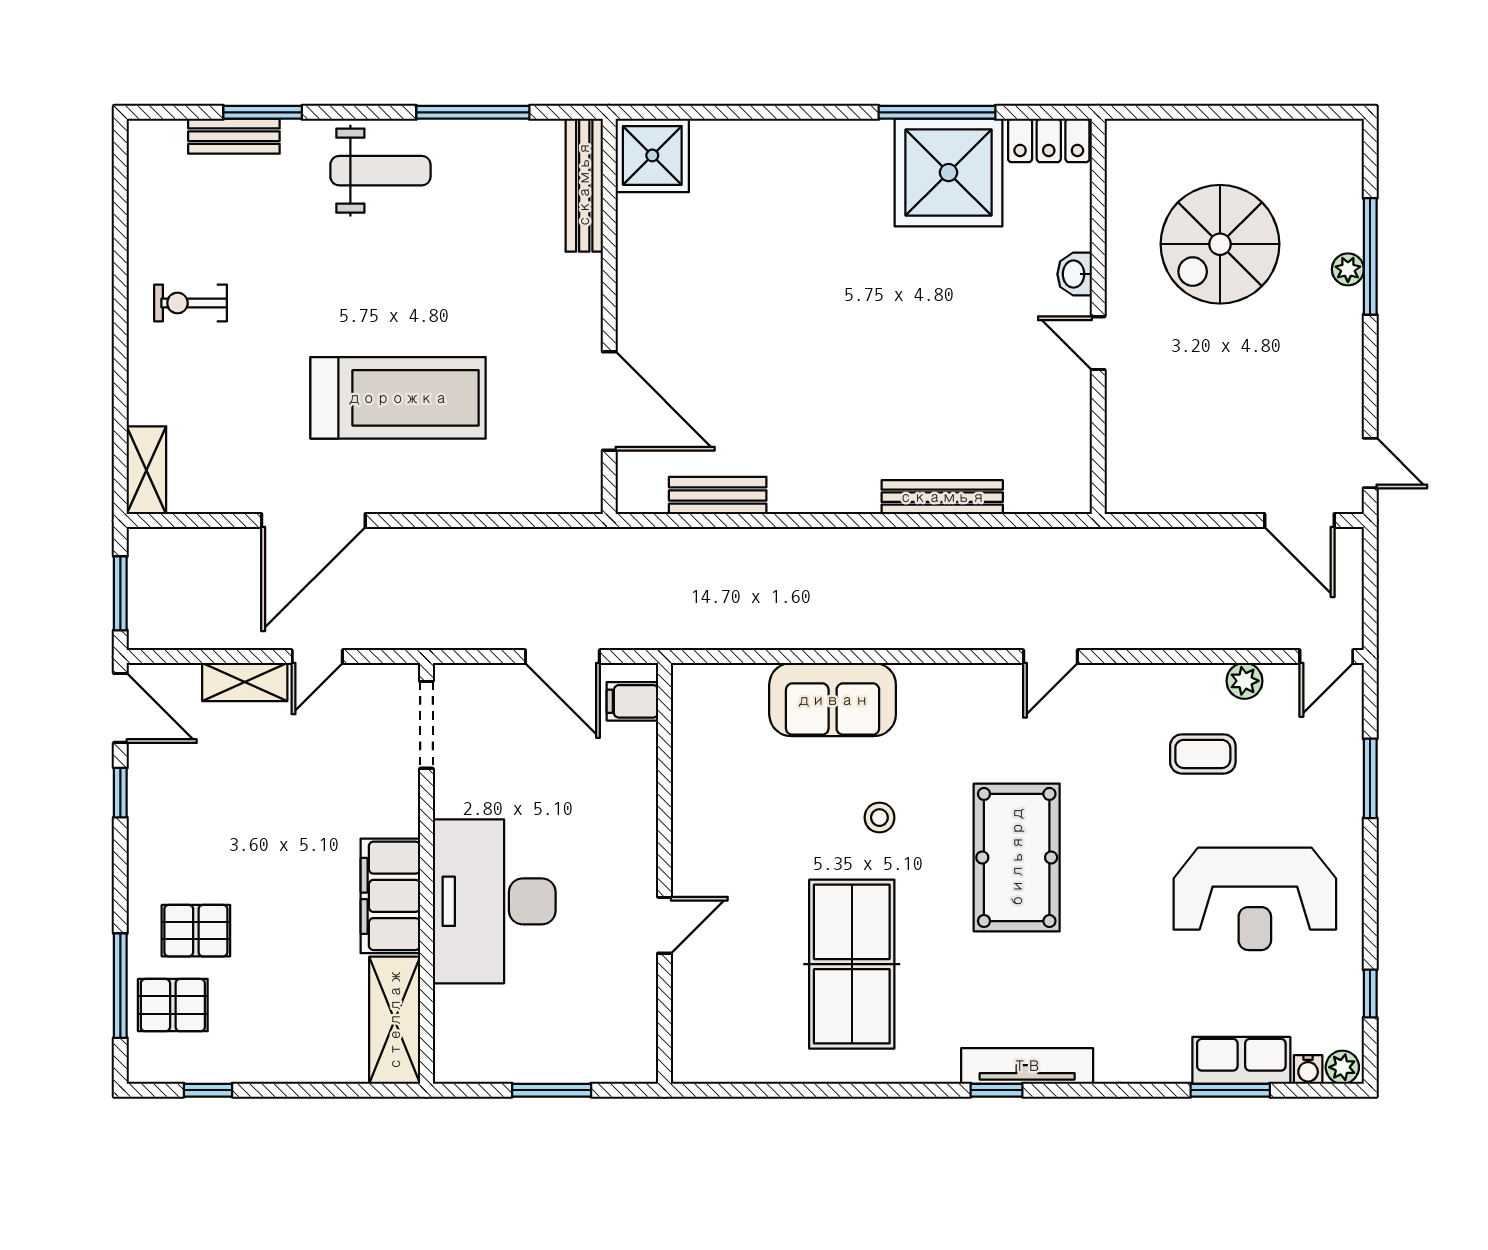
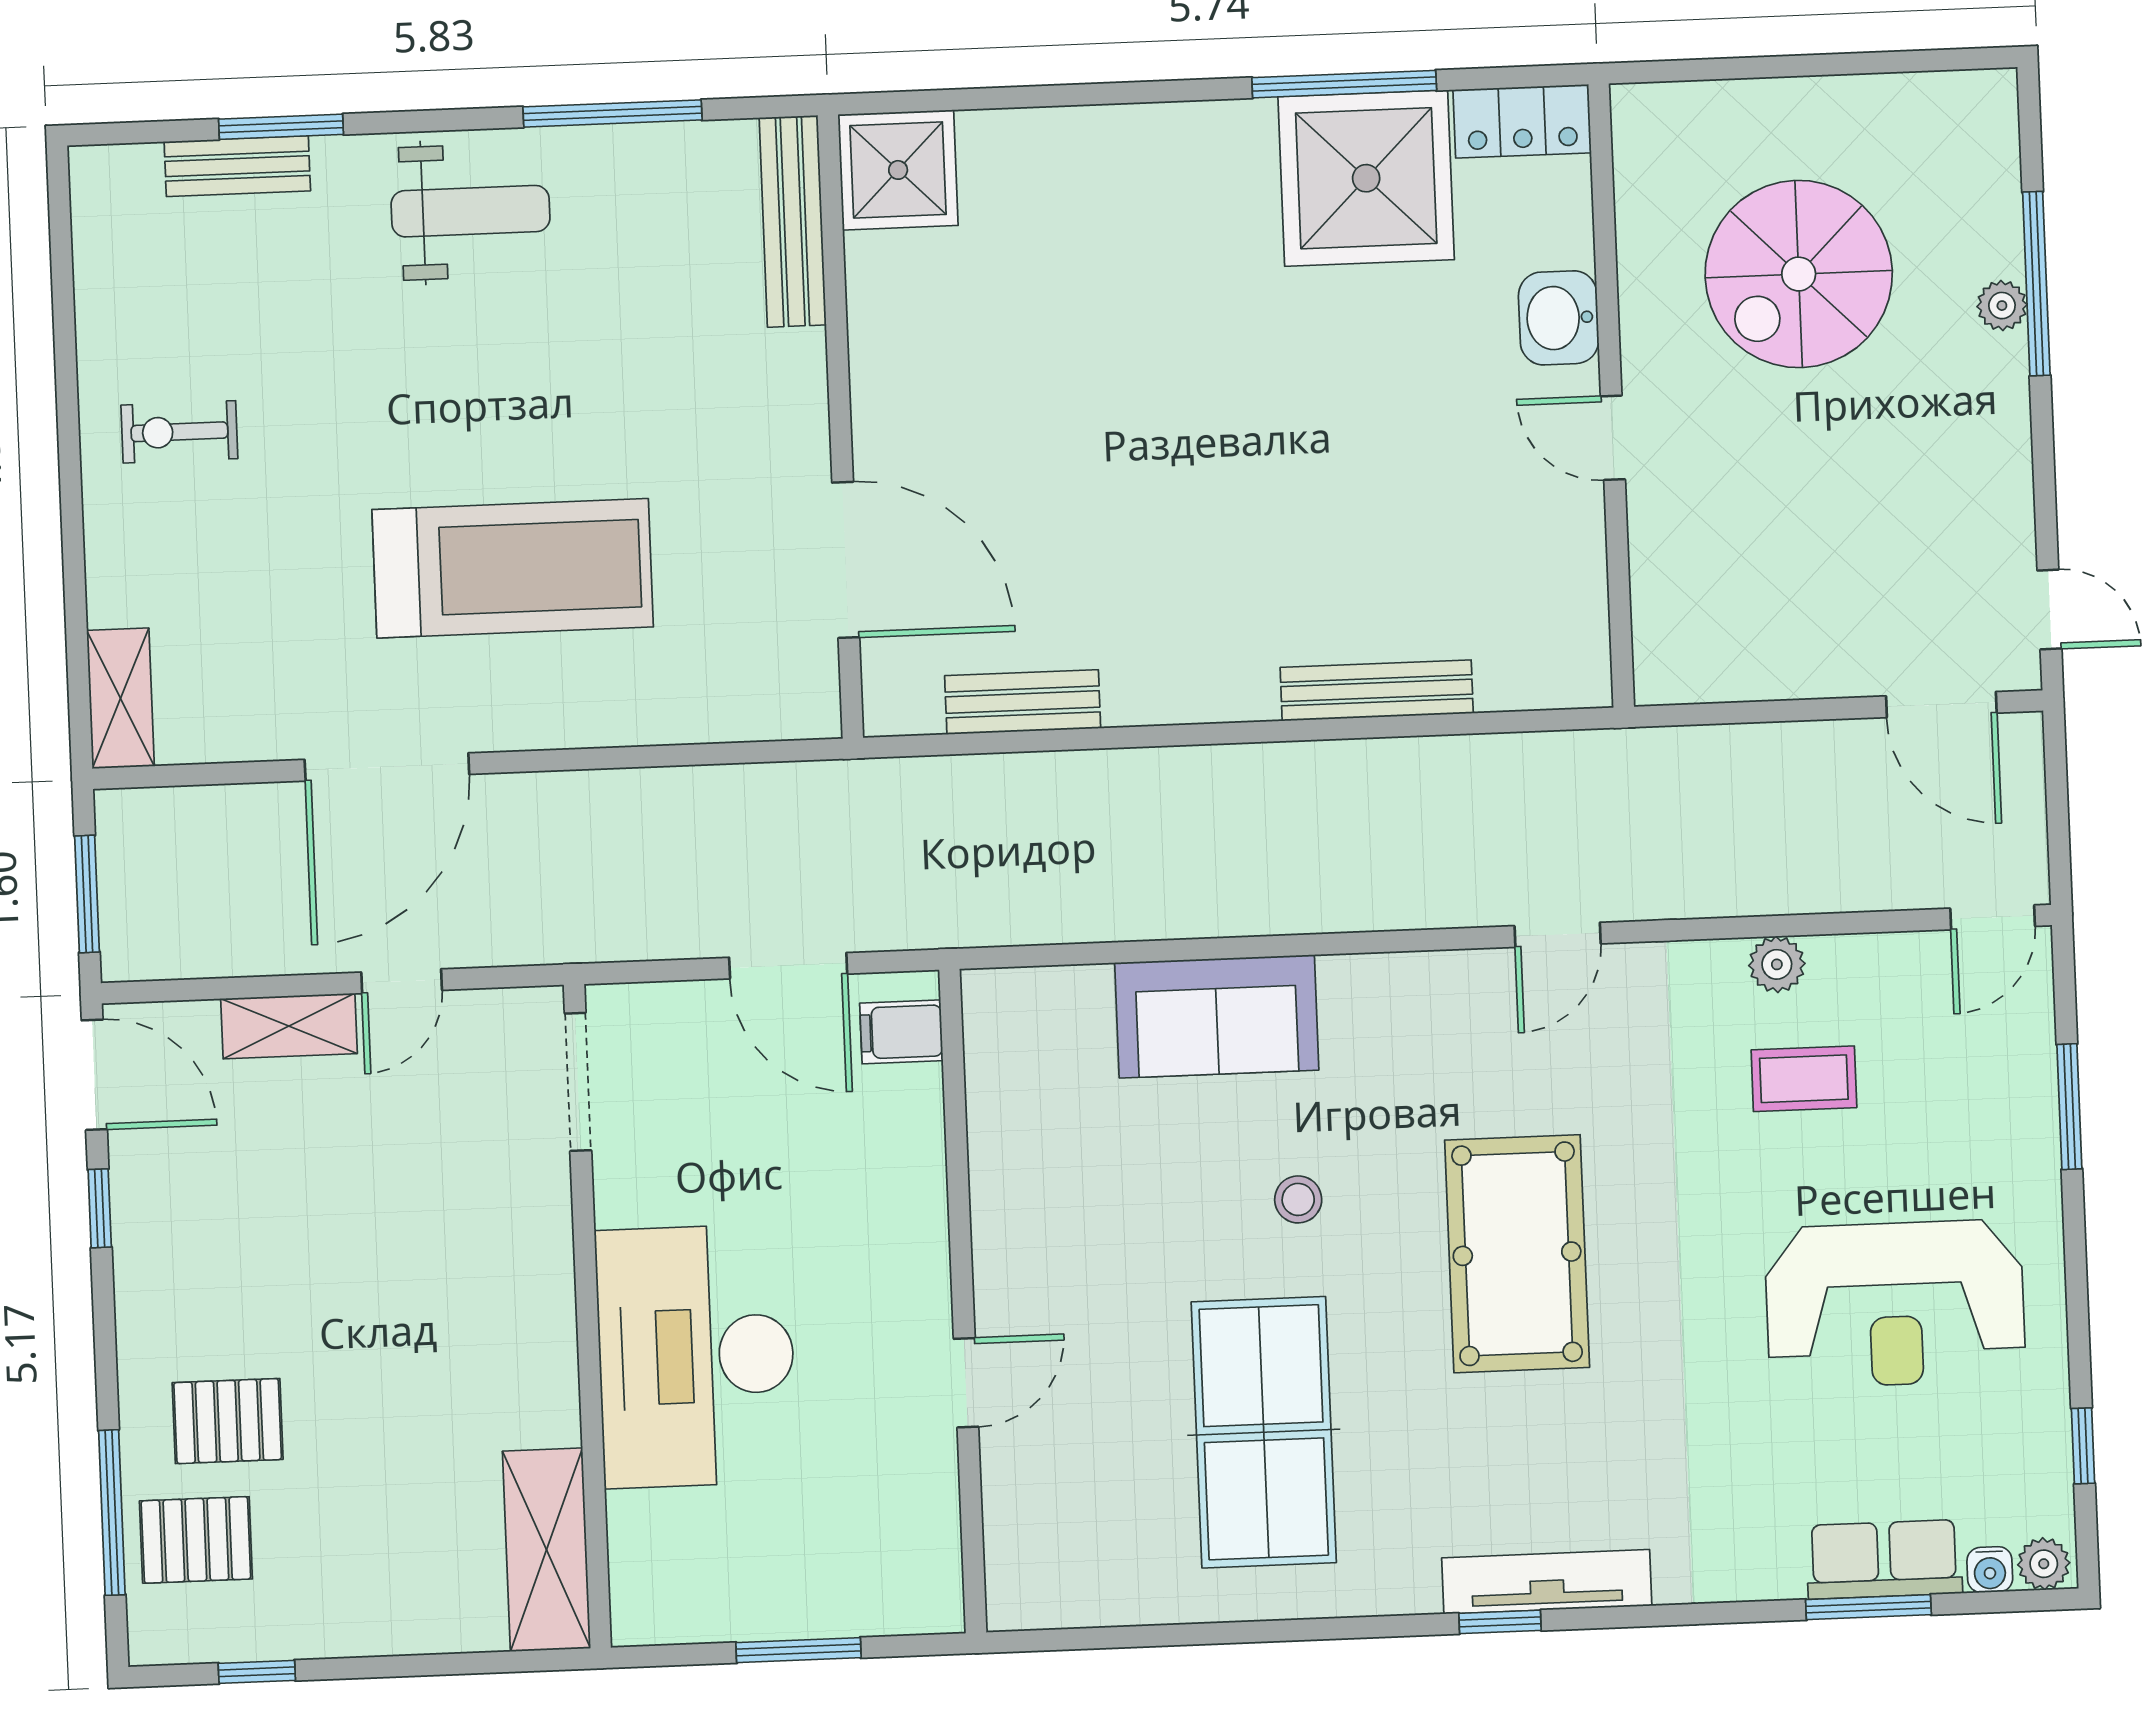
washbasin: (1075, 274) -> (1559, 318), width x1.38, depth x1.45
plant: (1244, 681) -> (1777, 964), moved
filing cabinet: (390, 896) -> (532, 1354), removed

